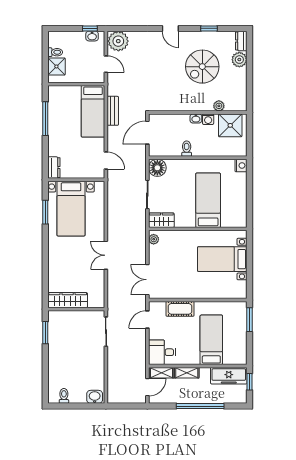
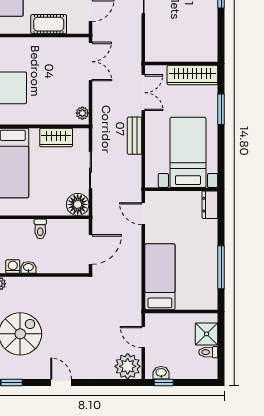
bench: (113, 111) -> (135, 136), moved
window: (45, 212) -> (221, 109), moved
wardrobe: (161, 220) -> (56, 137), moved
wardrobe: (68, 300) -> (192, 75), moved
wall: (76, 309) -> (181, 64), moved

